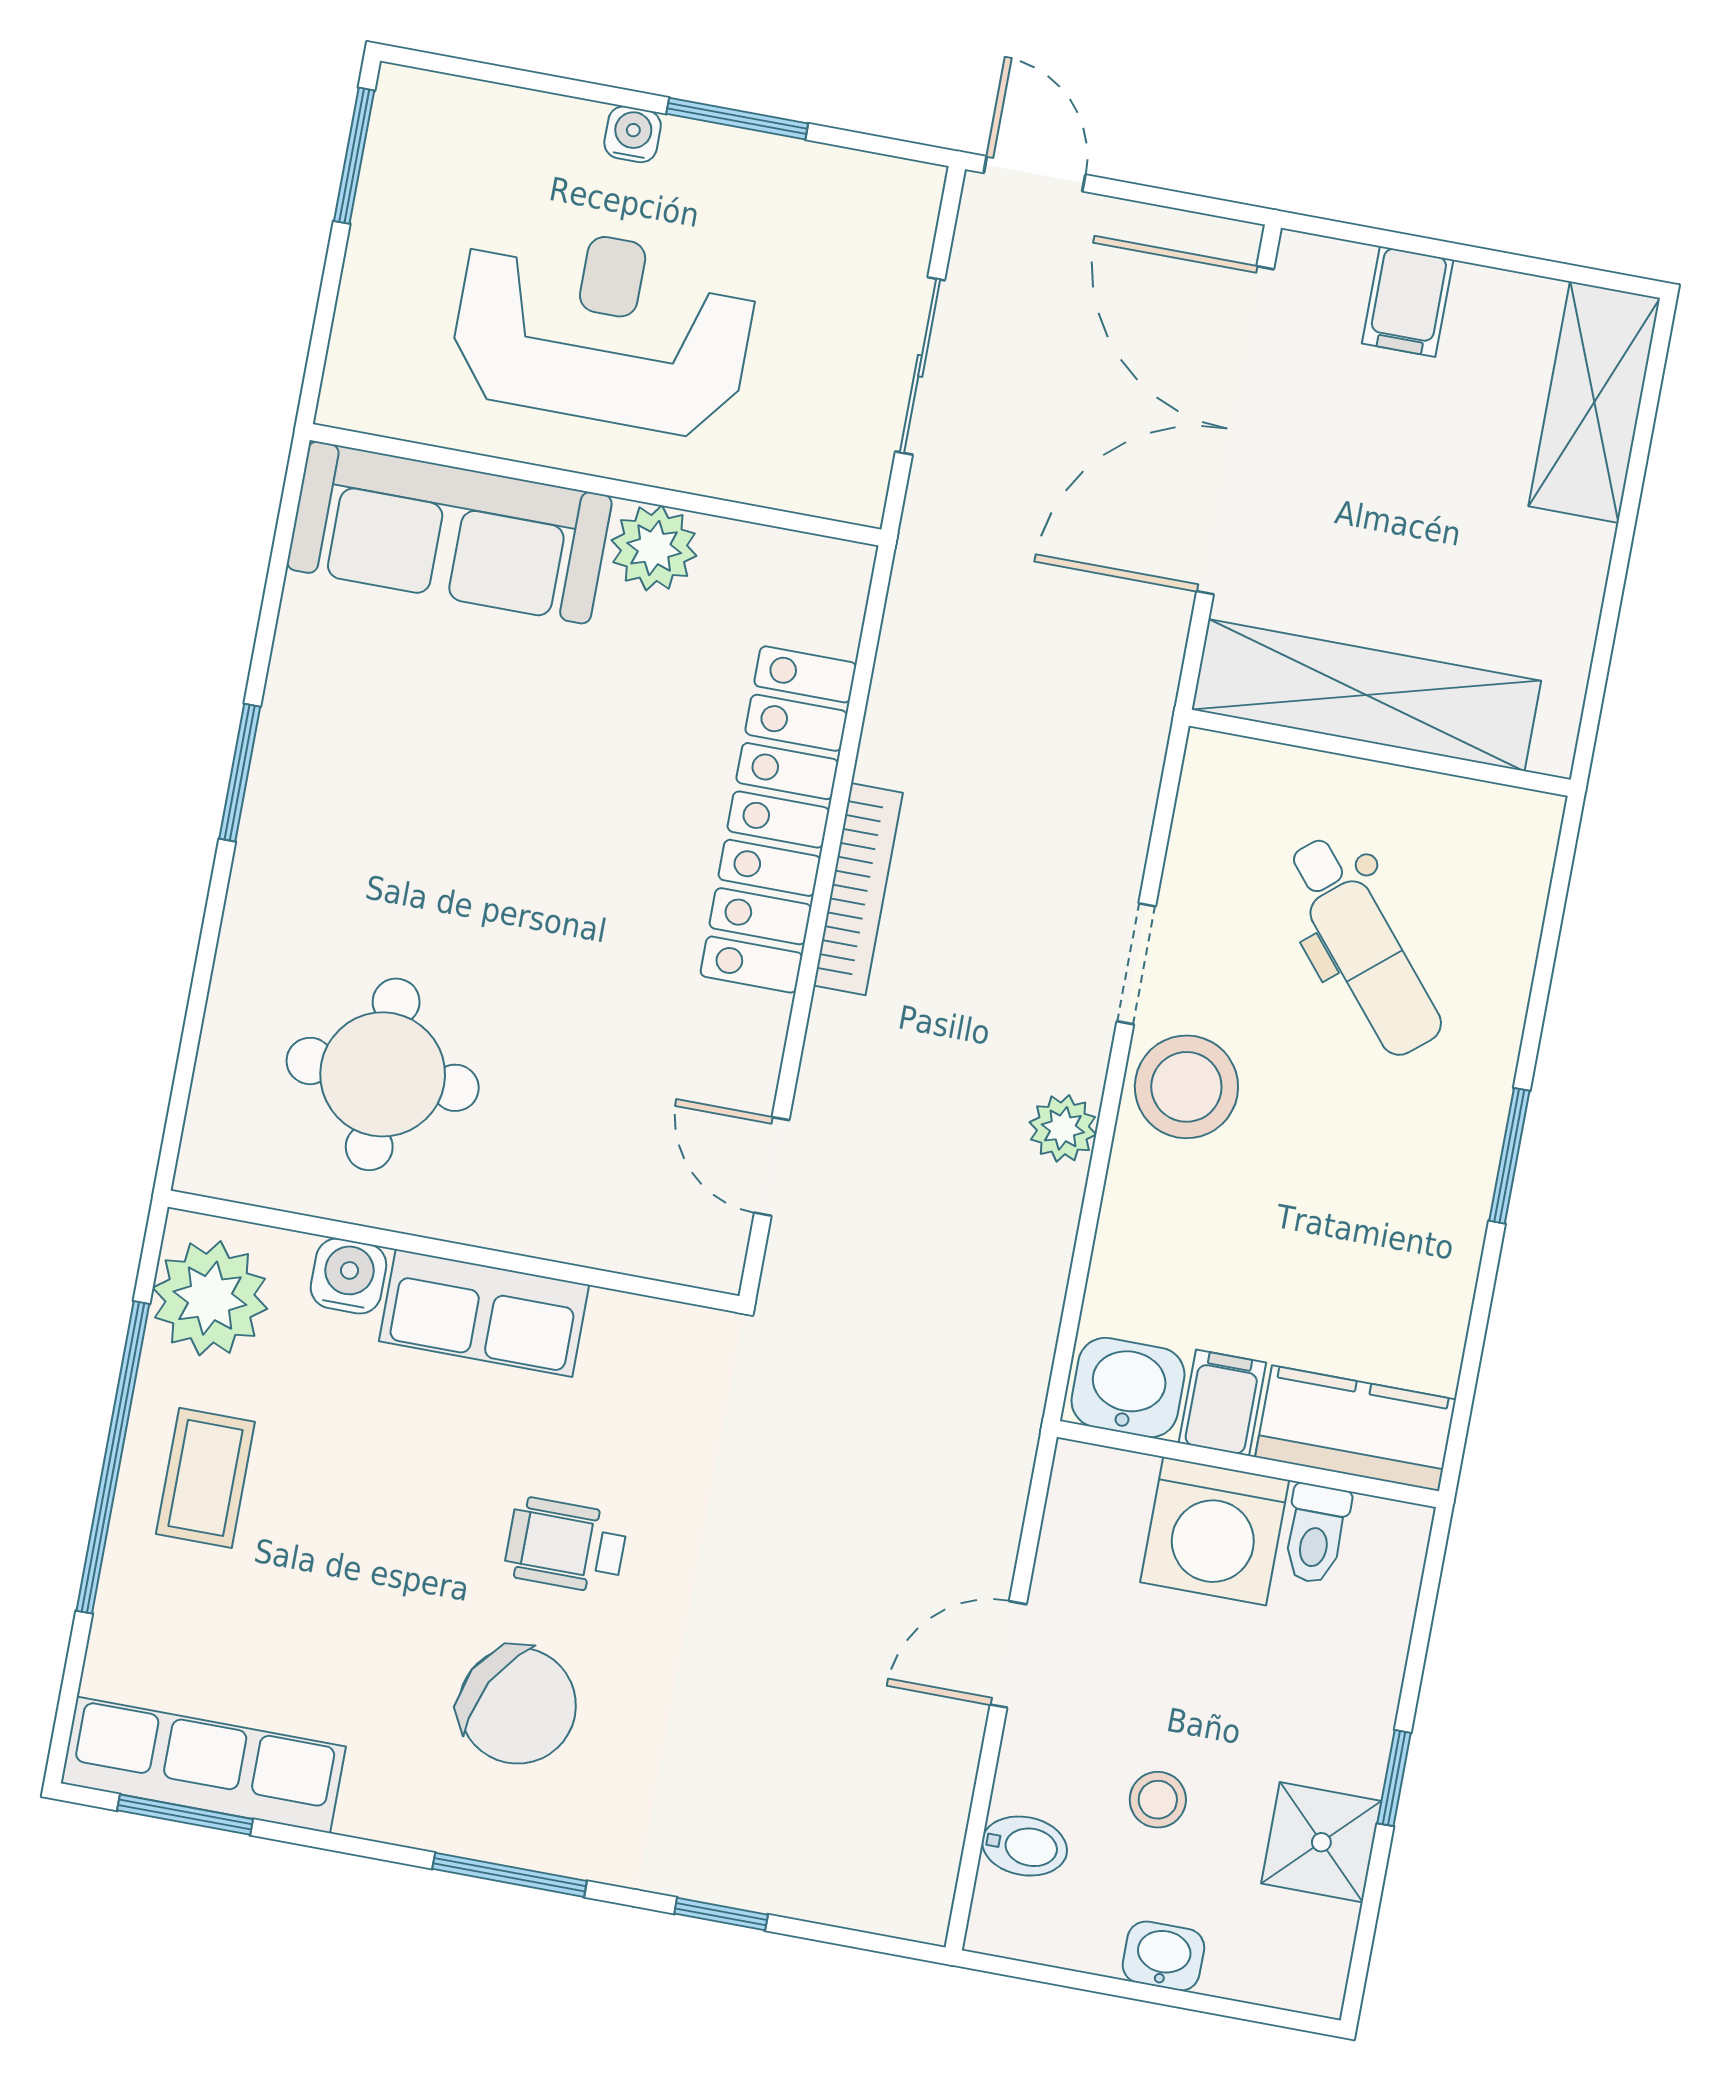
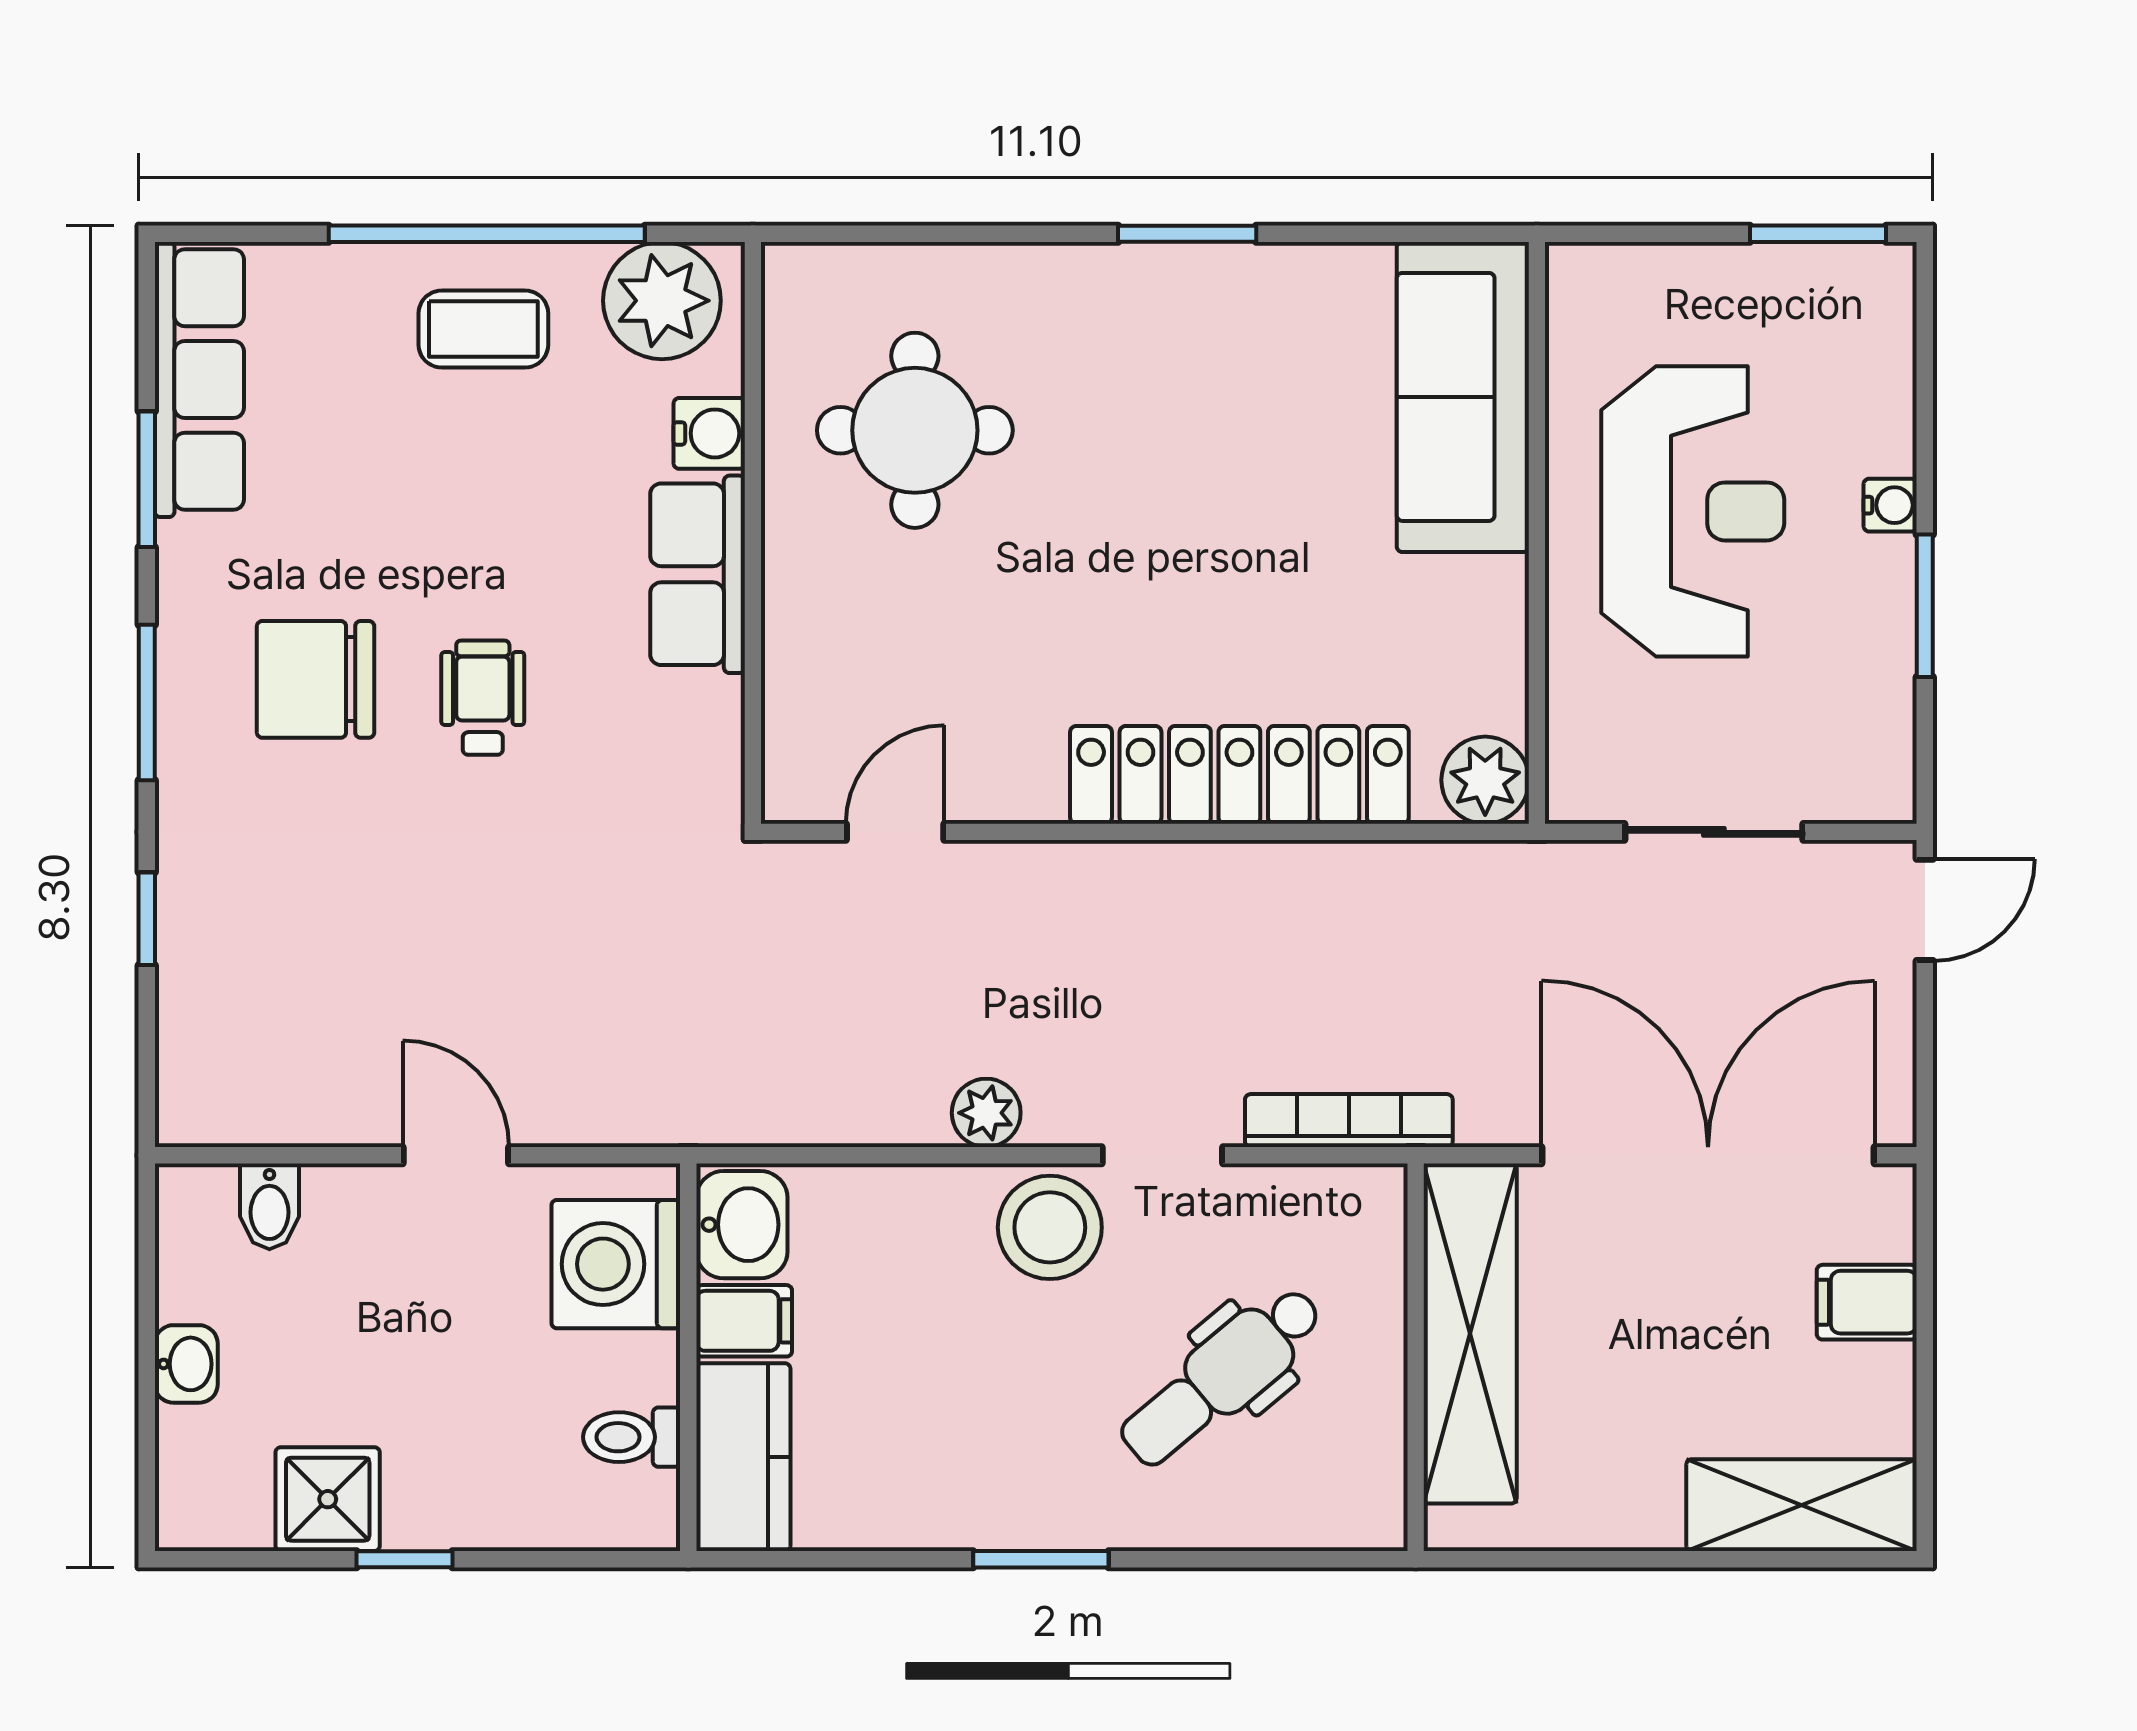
plant: (654, 548) -> (1485, 780), moved
bookcase: (858, 889) -> (1349, 1121), moved, turned 180
washing machine: (1215, 1531) -> (616, 1264), moved
chair: (518, 1706) -> (316, 679), turned 62
stool: (1158, 1800) -> (340, 1330), removed
window: (185, 1815) -> (147, 479), moved

